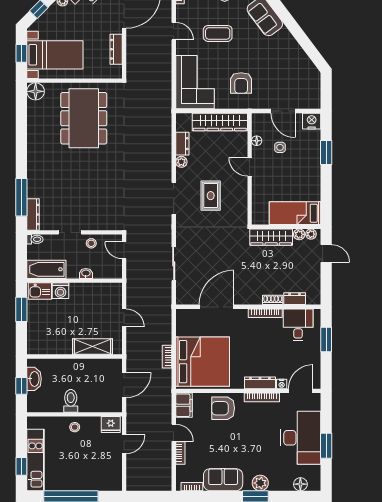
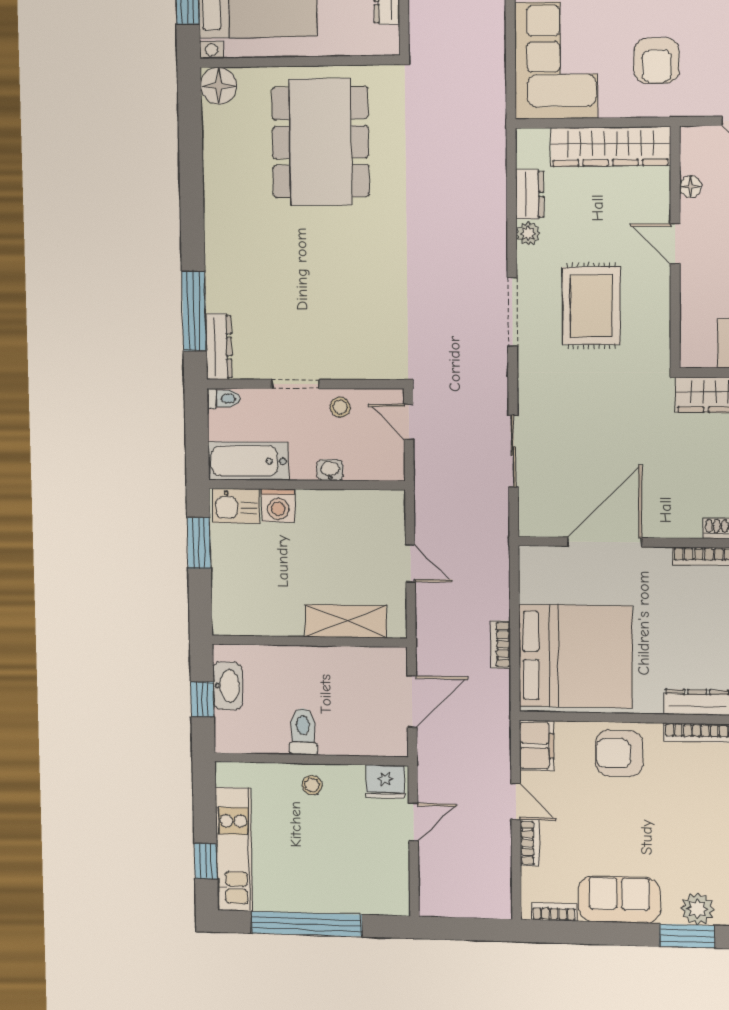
rug: (211, 196) -> (591, 306), width x1.36, depth x1.43

